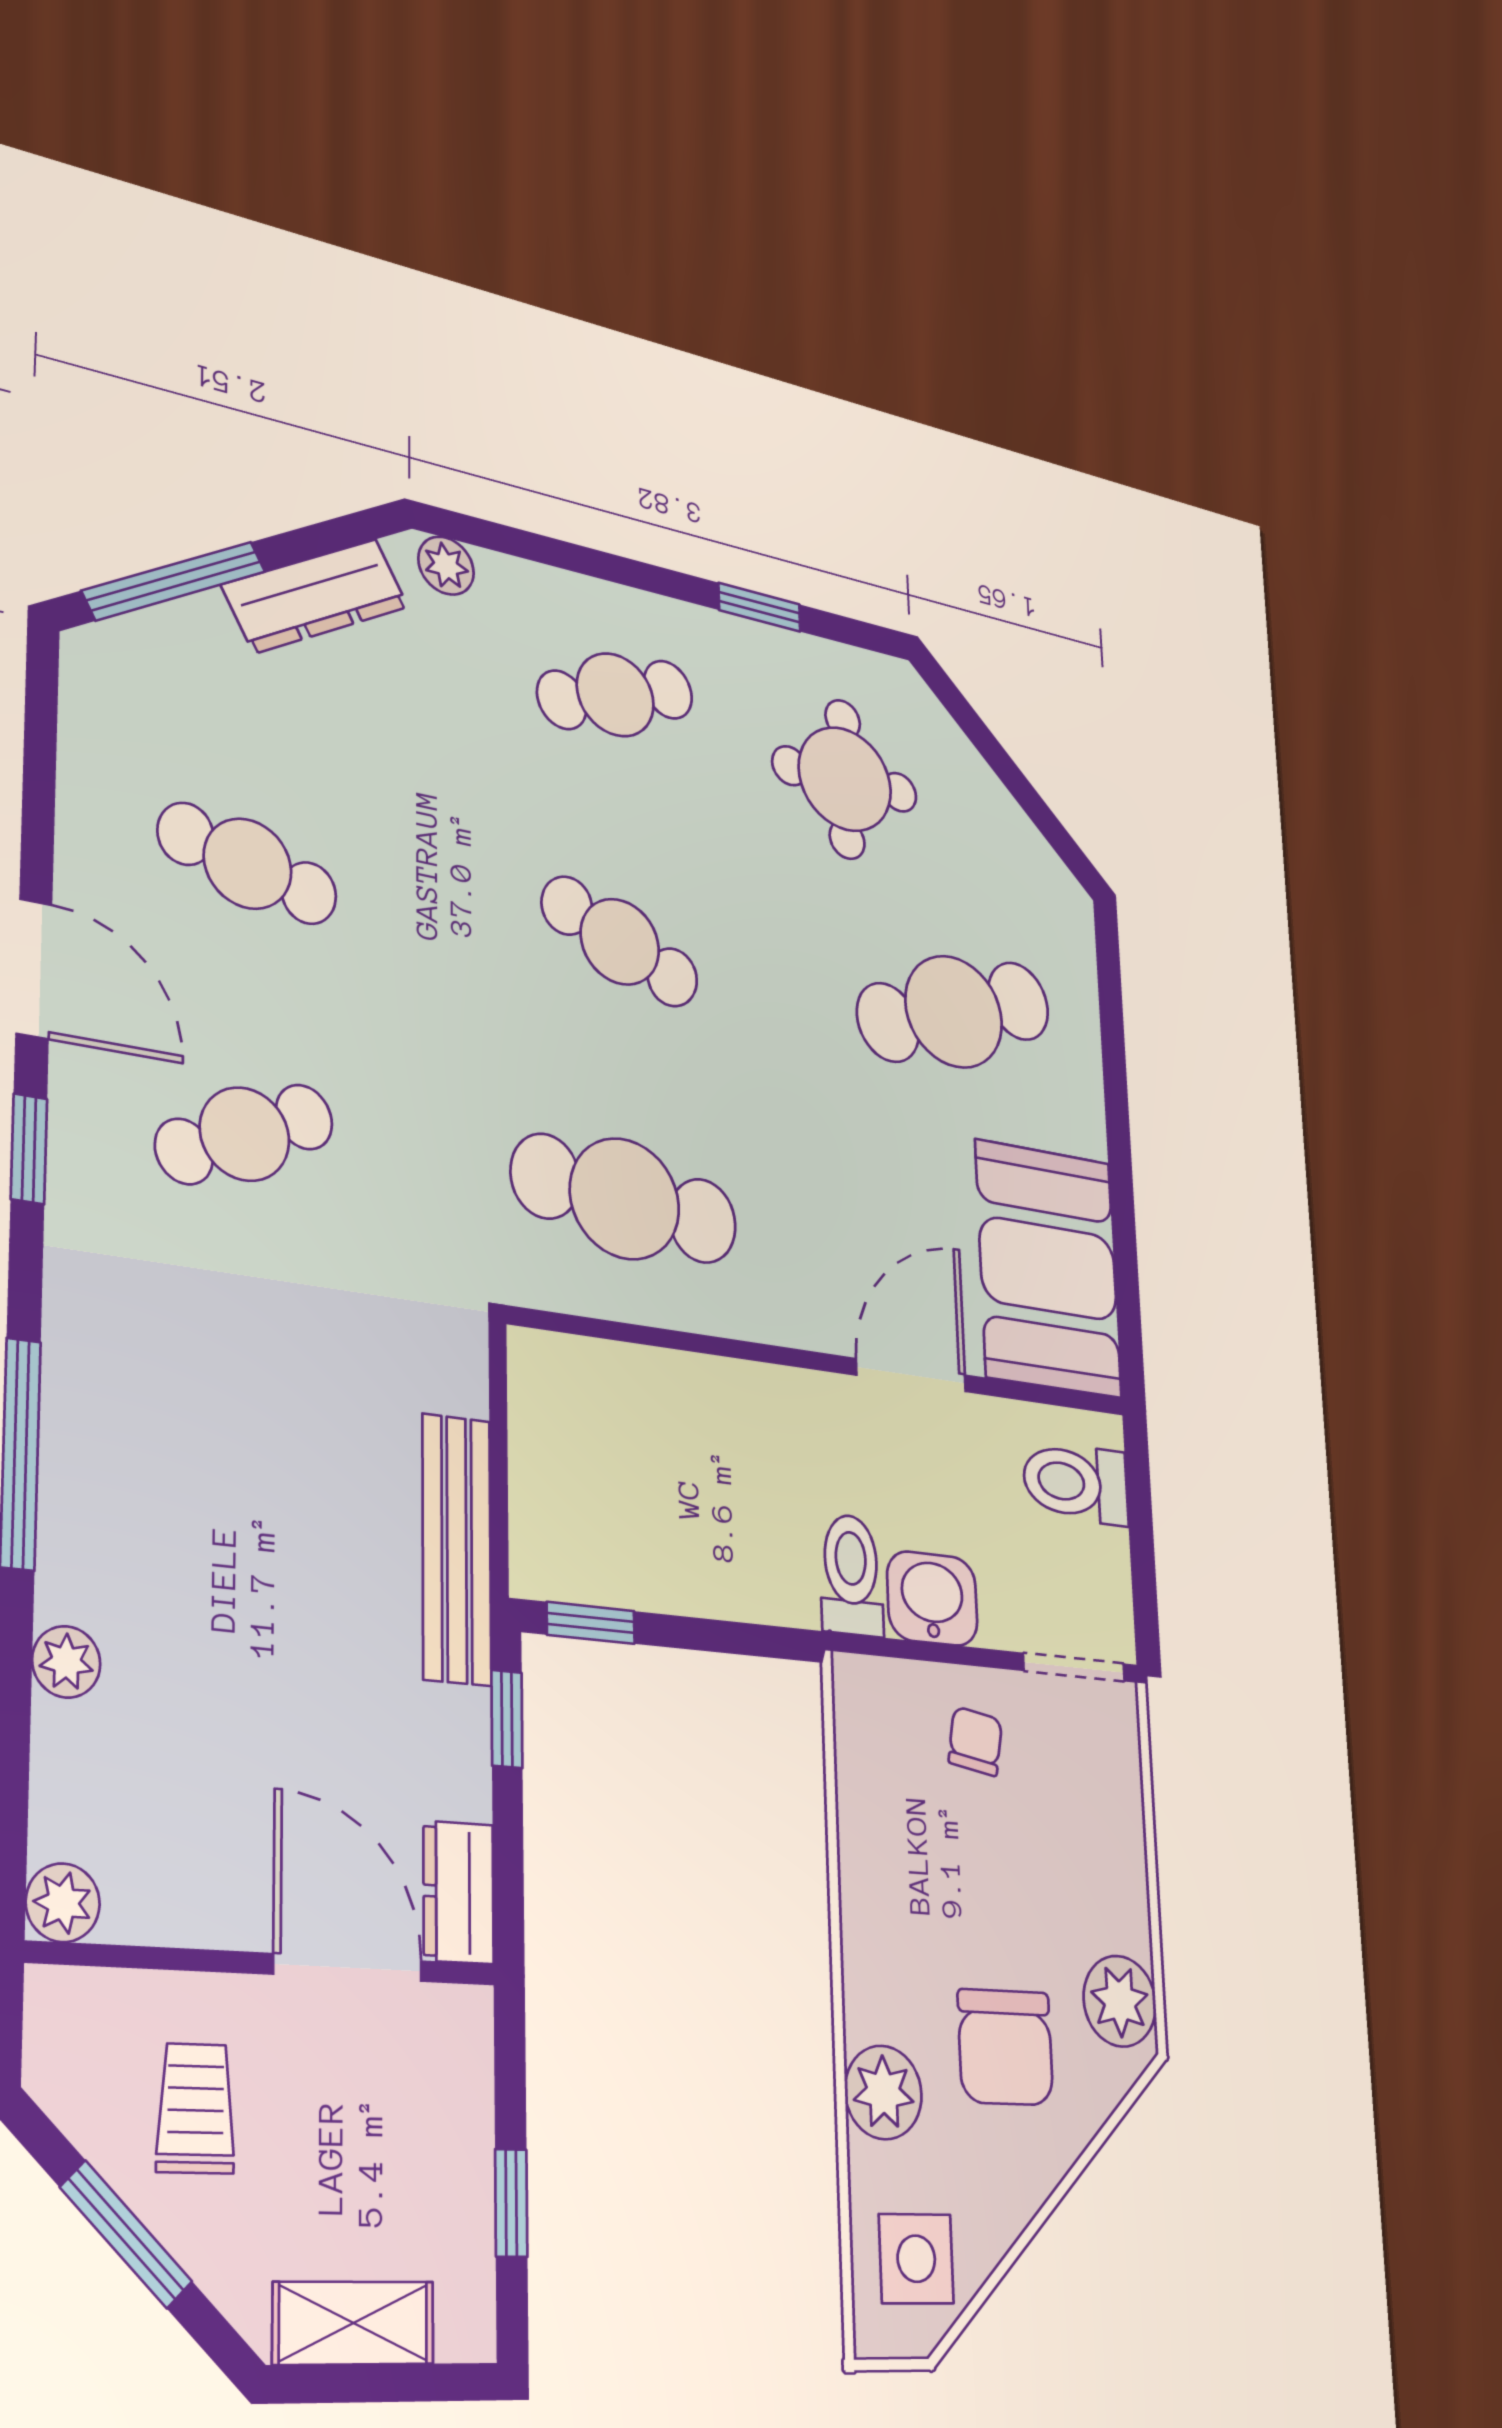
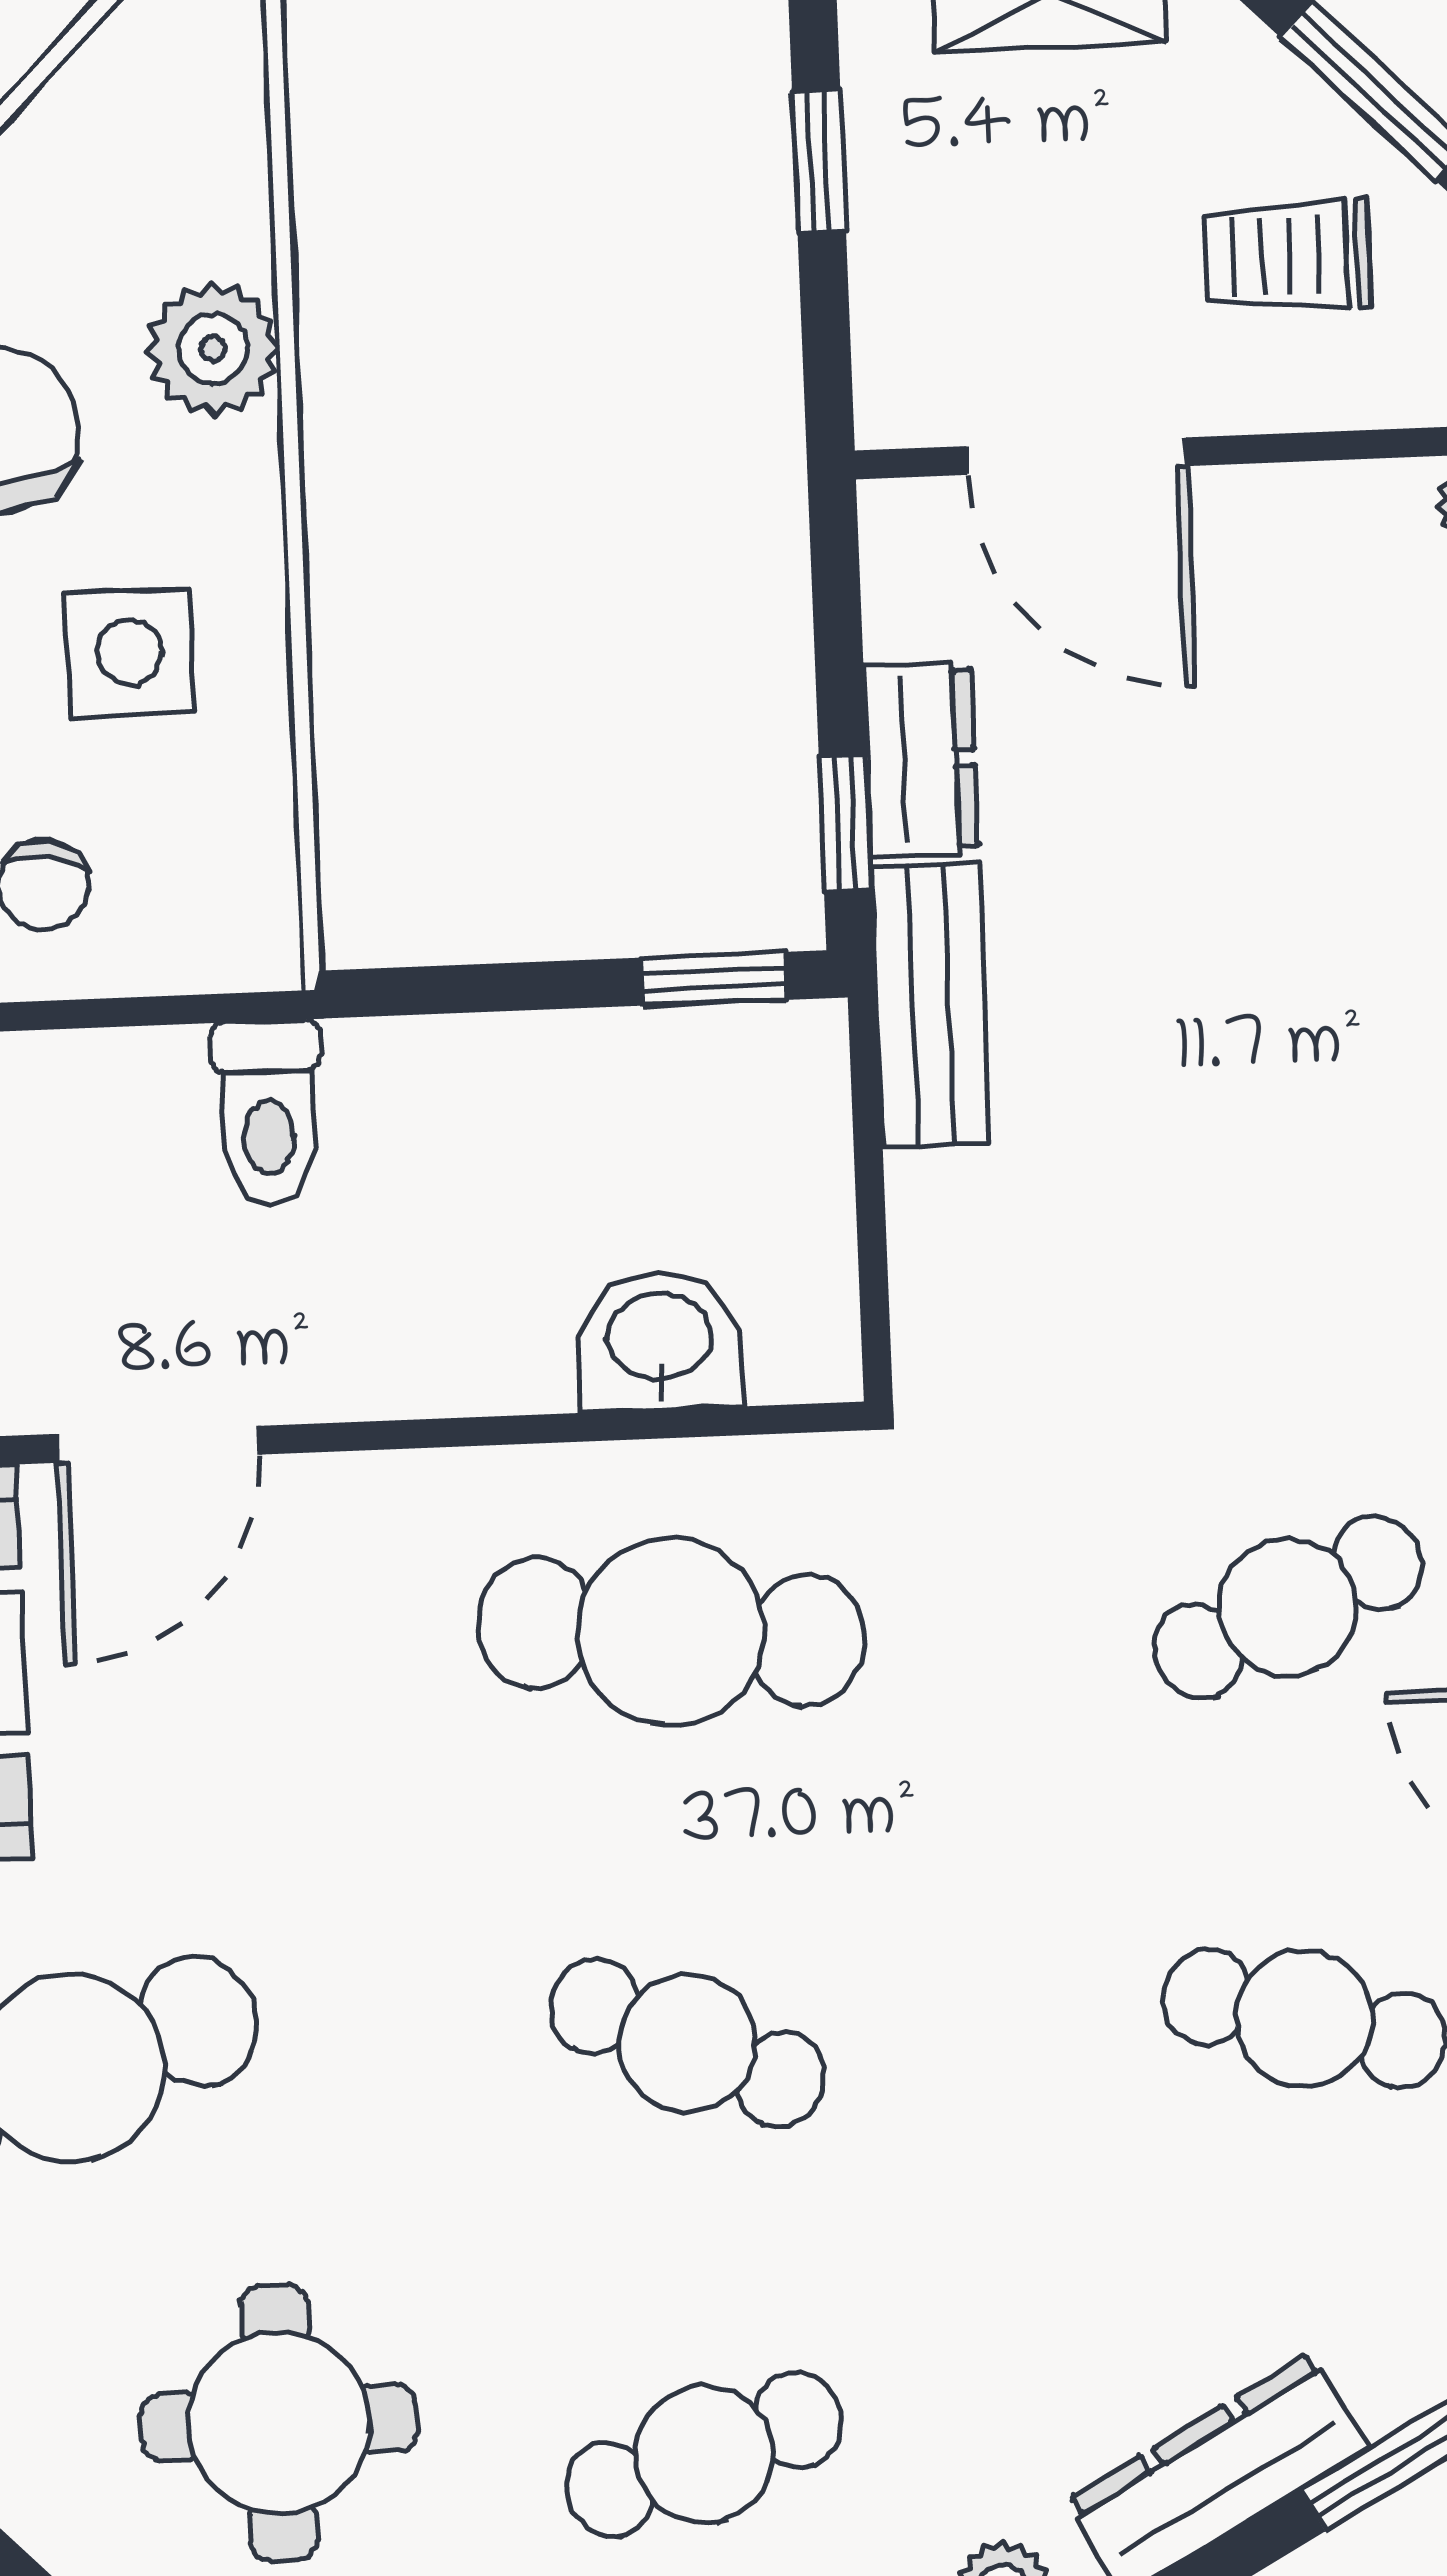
bench: (457, 1549) -> (931, 1005), width x0.73
washbasin: (932, 1599) -> (660, 1341), moved, turned 180
dresser: (458, 1892) -> (921, 759), moved
trolley: (196, 2108) -> (1287, 256), turned 90
side table: (916, 2259) -> (129, 652), moved

